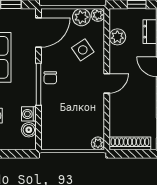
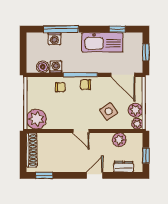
chair: (53, 108) -> (60, 87), added
plant: (98, 143) -> (36, 119), width x1.87, depth x1.87

